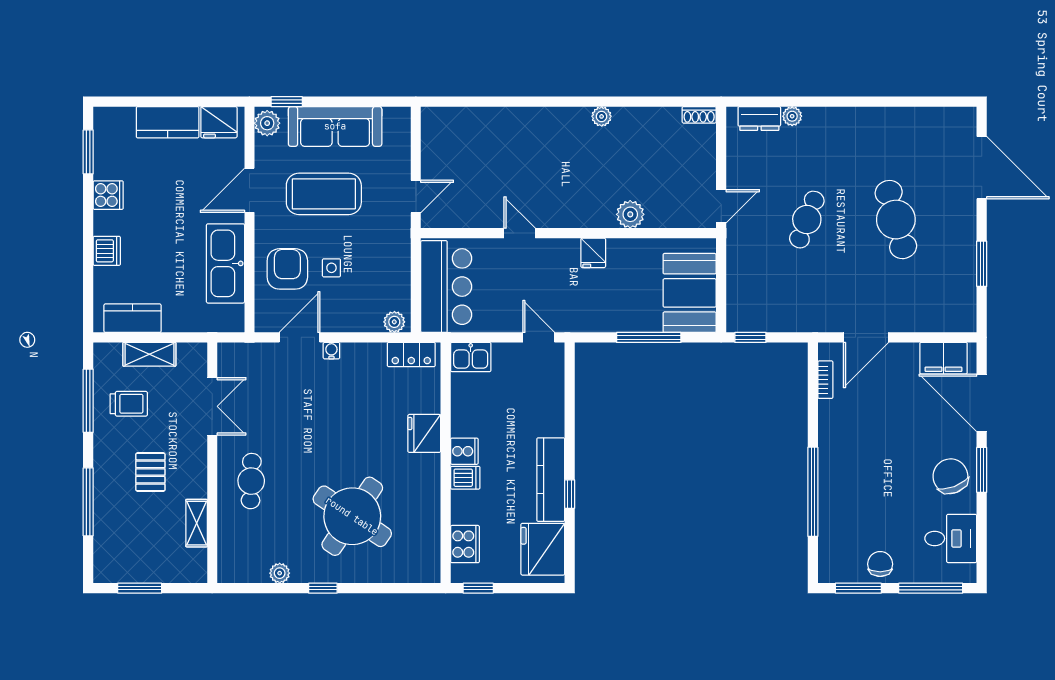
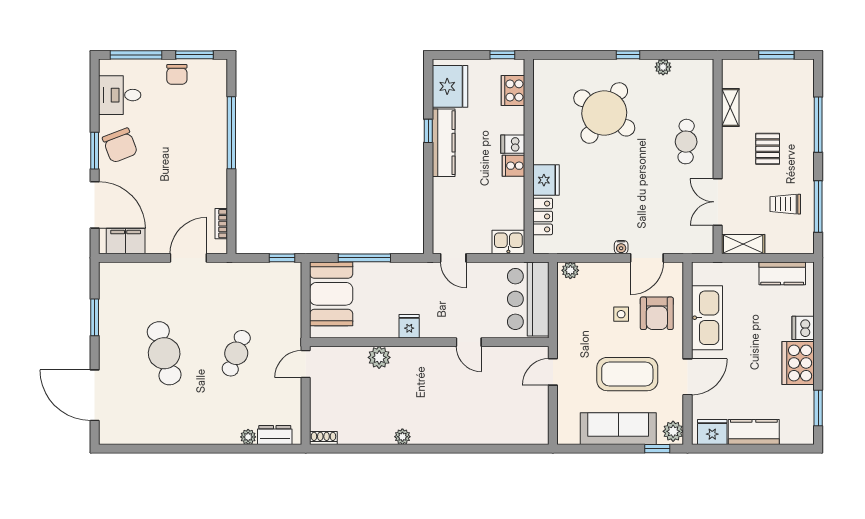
cooker: (108, 195) -> (798, 363), width x1.87, depth x1.31
shelving: (149, 354) -> (743, 244), moved
locker: (411, 354) -> (543, 216), moved, turned 90

